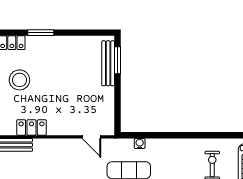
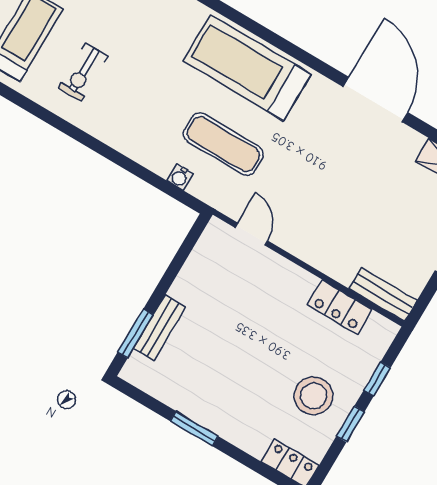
window: (41, 33) -> (194, 429), moved
bench: (108, 63) -> (159, 328), width x0.73

